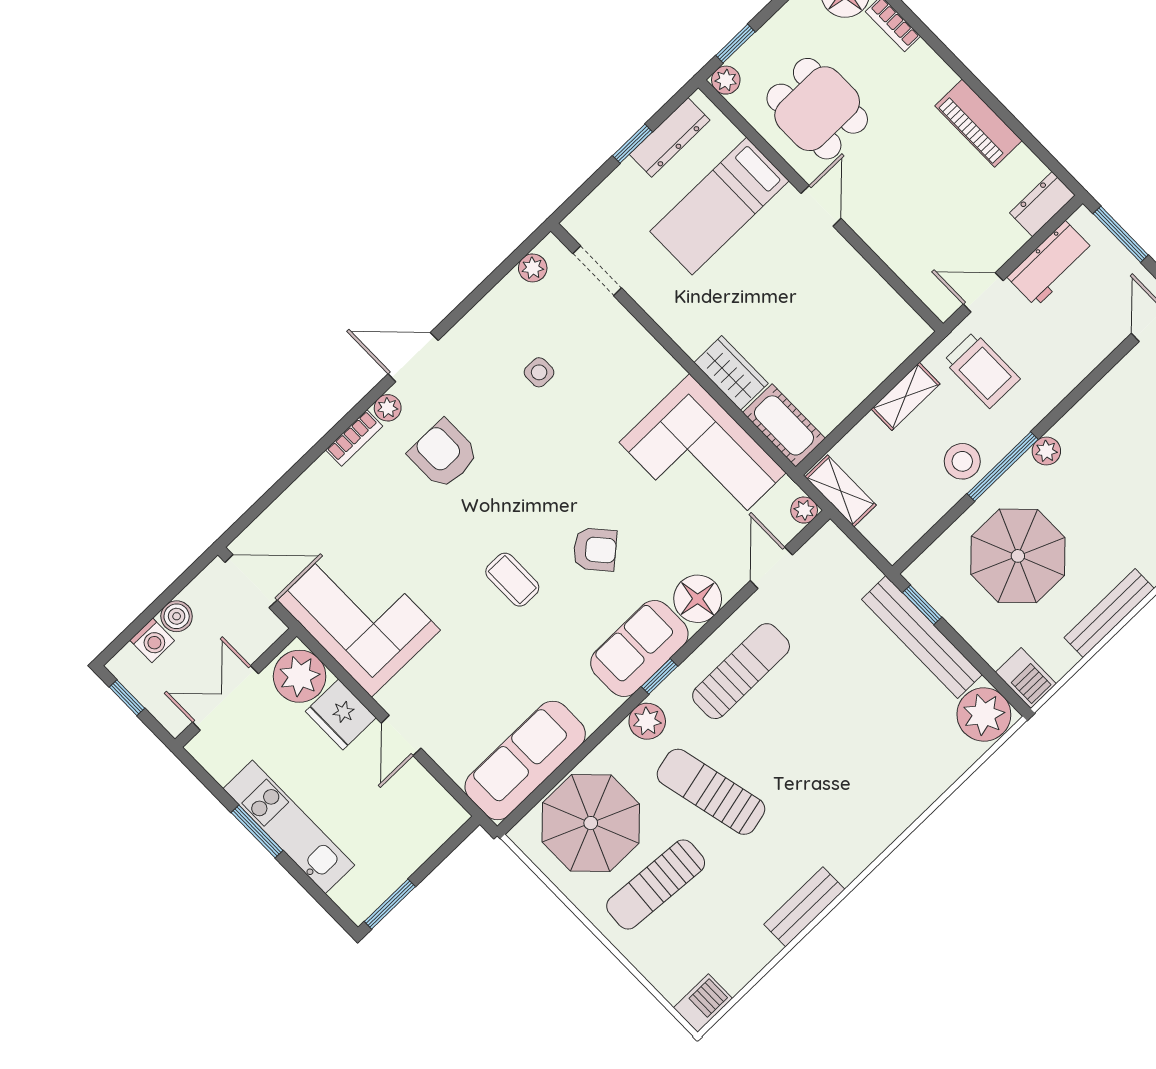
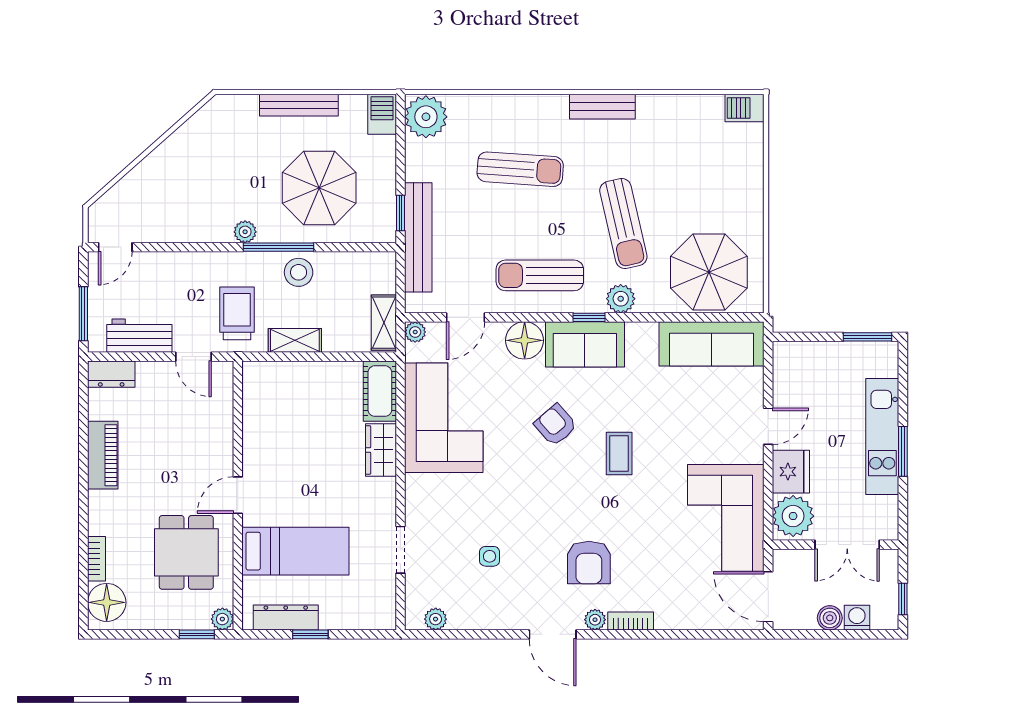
doorway: (597, 271) -> (400, 550), moved
bench: (922, 637) -> (418, 237), moved
sun lounger: (656, 884) -> (520, 169), moved
bench: (804, 907) -> (602, 107), moved

